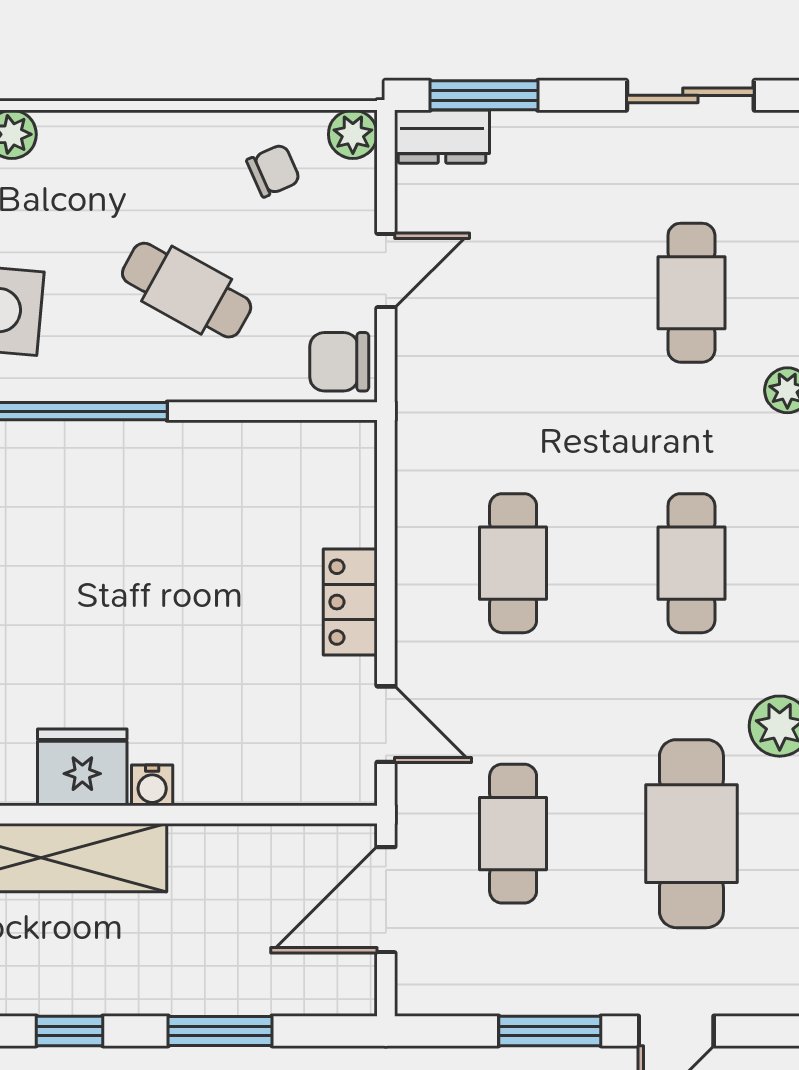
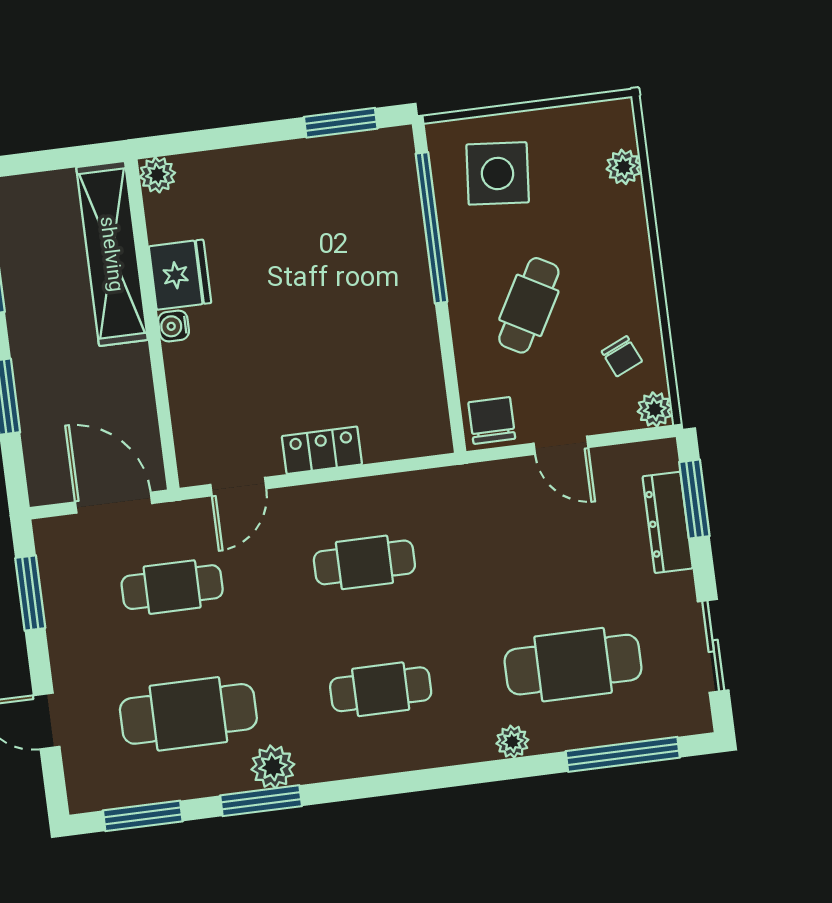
dresser: (442, 137) -> (668, 522), moved, width x1.44
cafe table: (691, 293) -> (573, 665), width x1.37, depth x1.35
window: (550, 1031) -> (30, 593), moved

